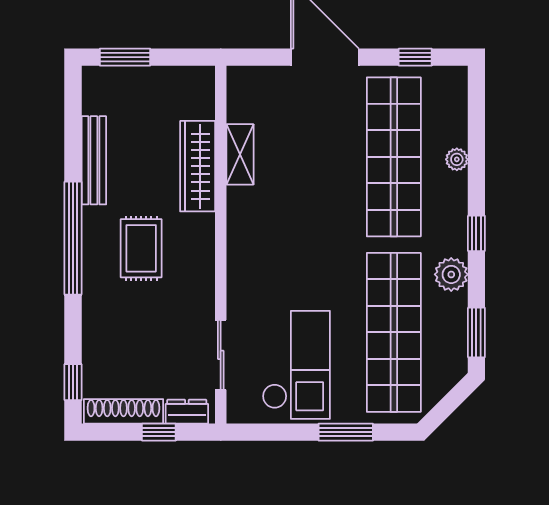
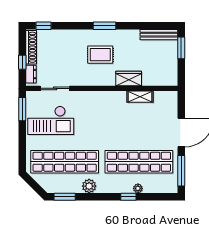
window: (415, 57) -> (181, 171), width x2.17
bench: (94, 160) -> (159, 35), moved
wardrobe: (198, 166) -> (129, 79), width x0.67
window: (476, 233) -> (128, 197), moved
window: (73, 238) -> (105, 26), width x0.47
window: (346, 432) -> (22, 109), moved

